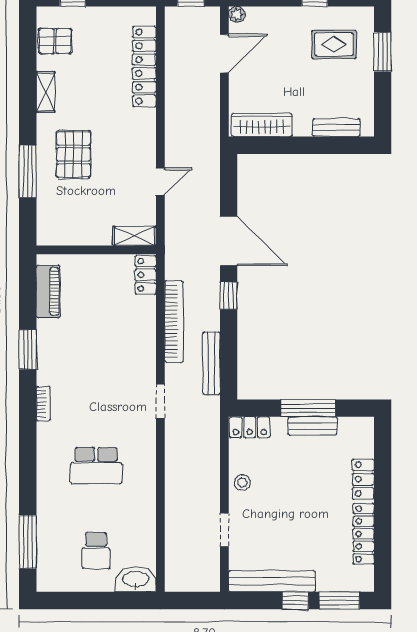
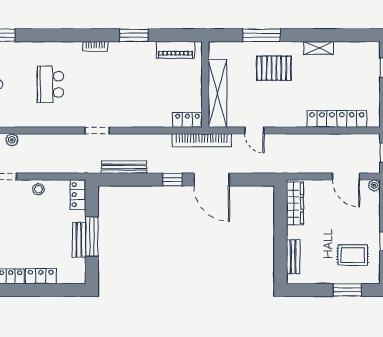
pallet: (55, 41) -> (355, 55), removed
rug: (334, 44) -> (353, 255), turned 90
shelving: (135, 236) -> (218, 93), width x2.20, depth x1.33
door: (229, 241) -> (212, 180), hinge flipped
bookcase: (174, 322) -> (202, 140), moved
plant: (173, 519) -> (12, 140), added

